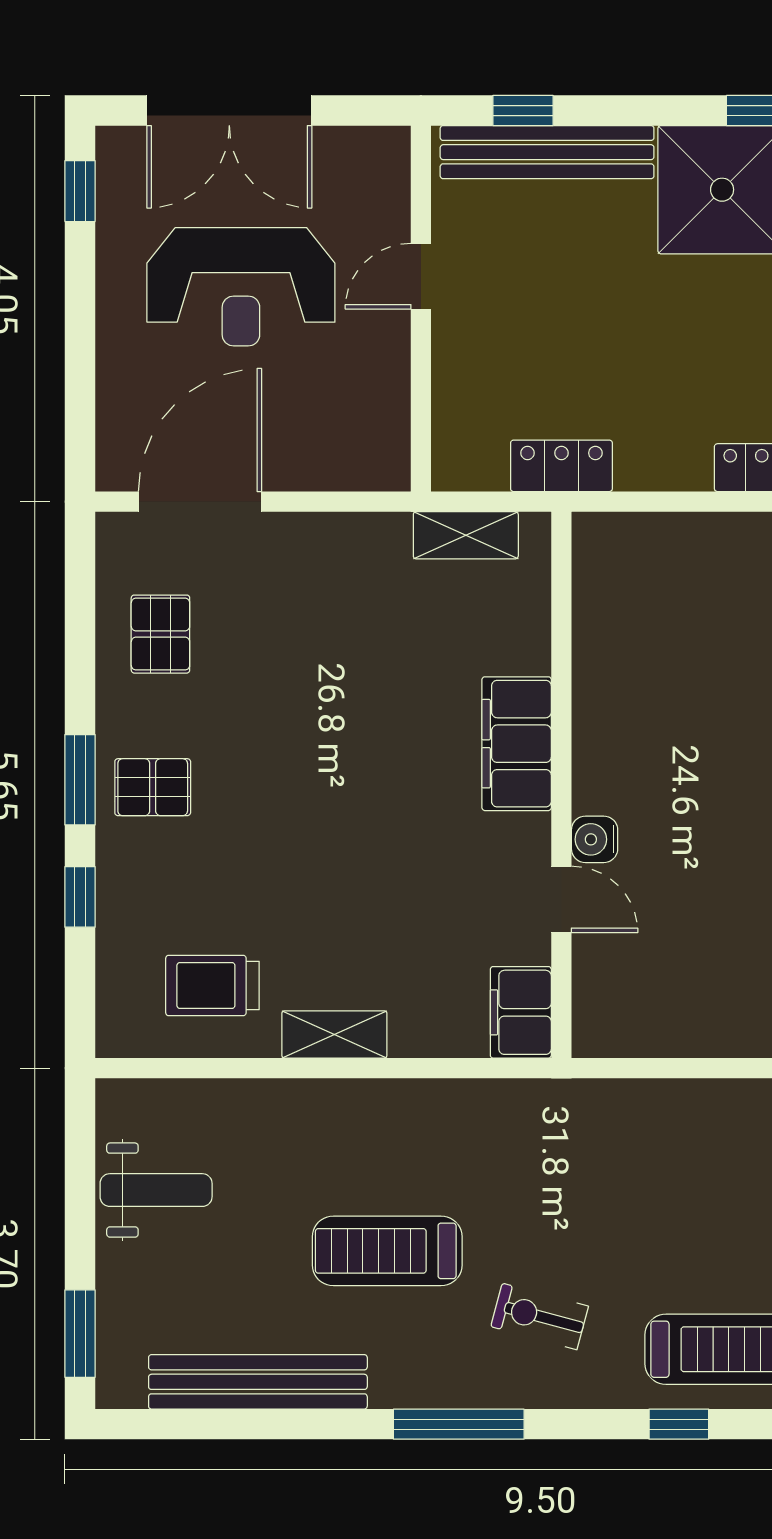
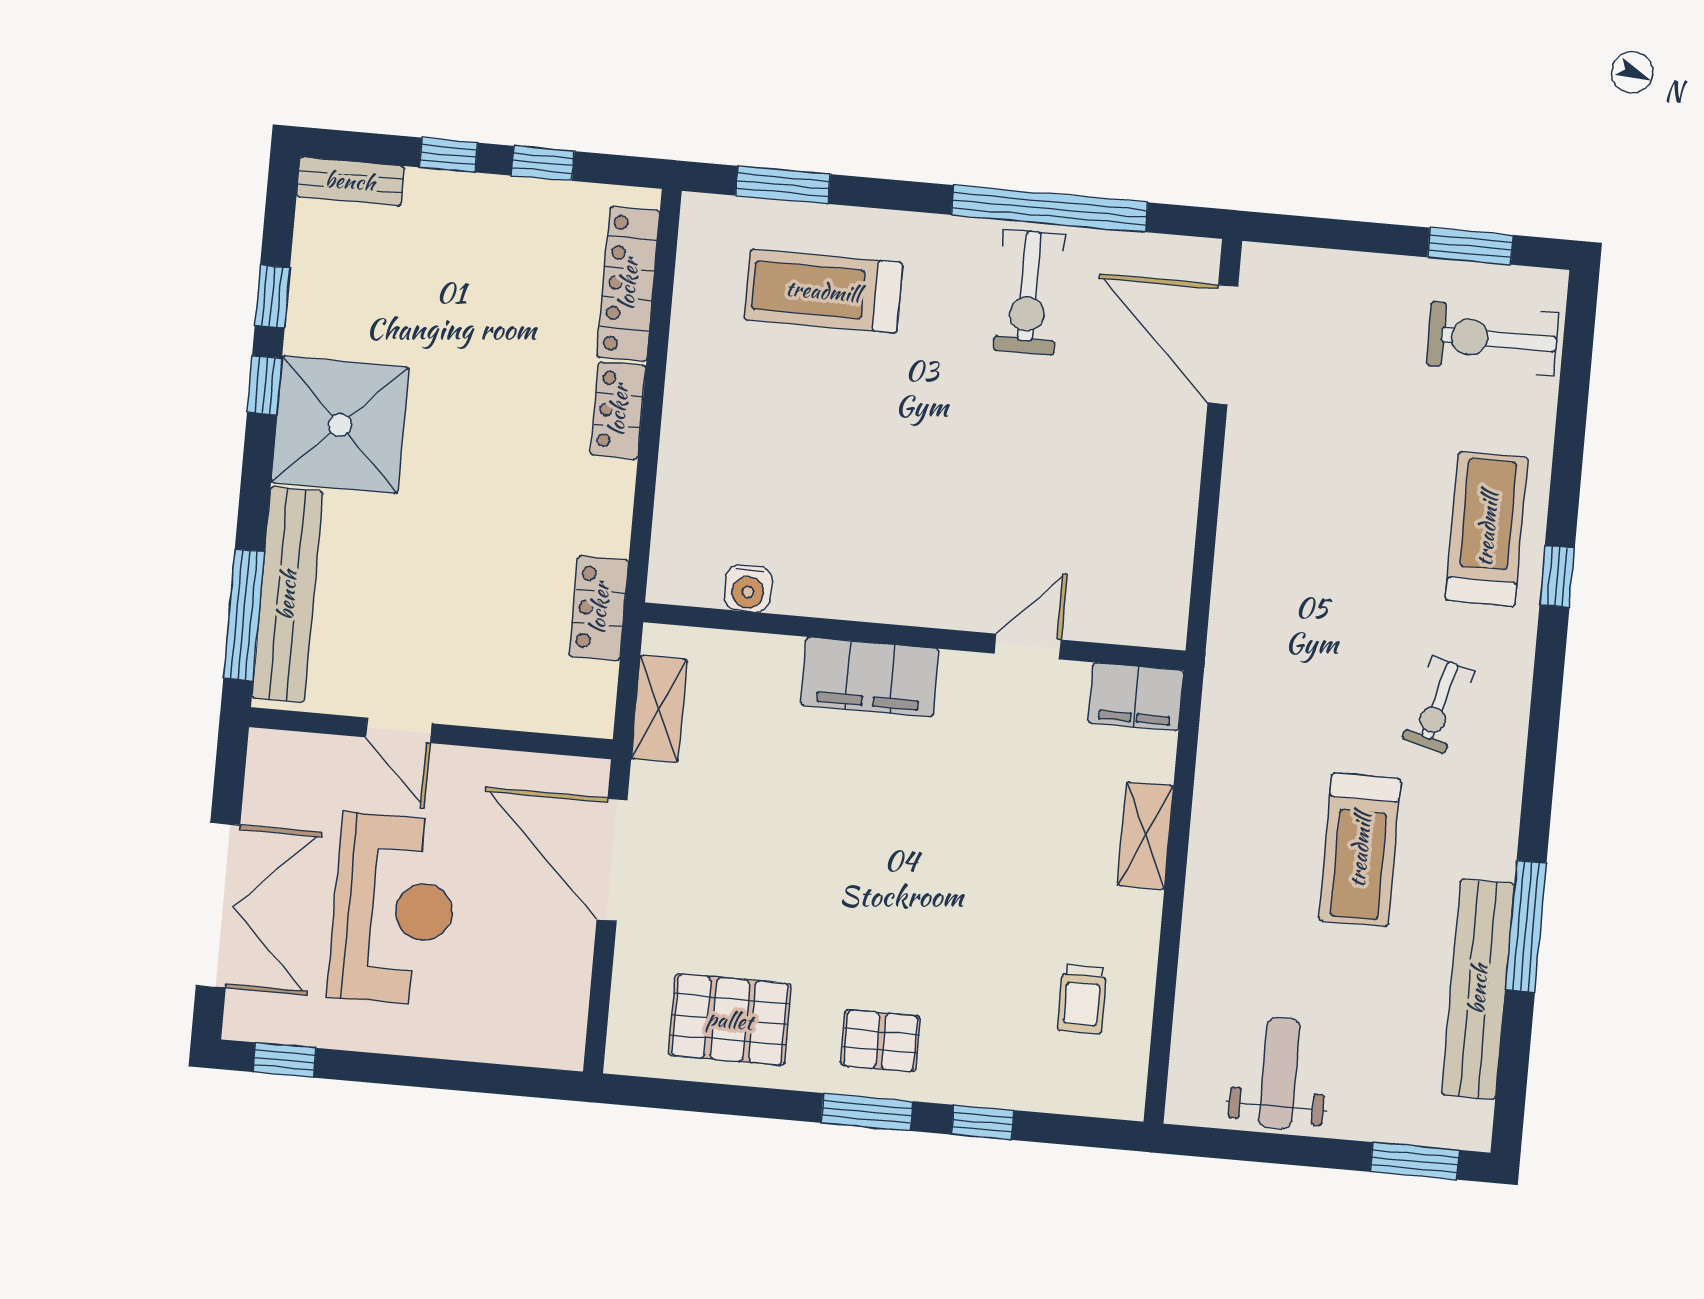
window: (523, 111) -> (244, 615), width x2.17
door: (200, 502) -> (612, 860), moved
pallet: (160, 634) -> (730, 1020), width x1.50, depth x1.42
pallet: (153, 787) -> (881, 1041), turned 90
water cooler: (595, 839) -> (748, 588), moved
trolley: (212, 986) -> (1082, 999), width x0.73, depth x0.72
shelving: (334, 1034) -> (1145, 836), moved
window: (459, 1424) -> (1526, 926), moved

